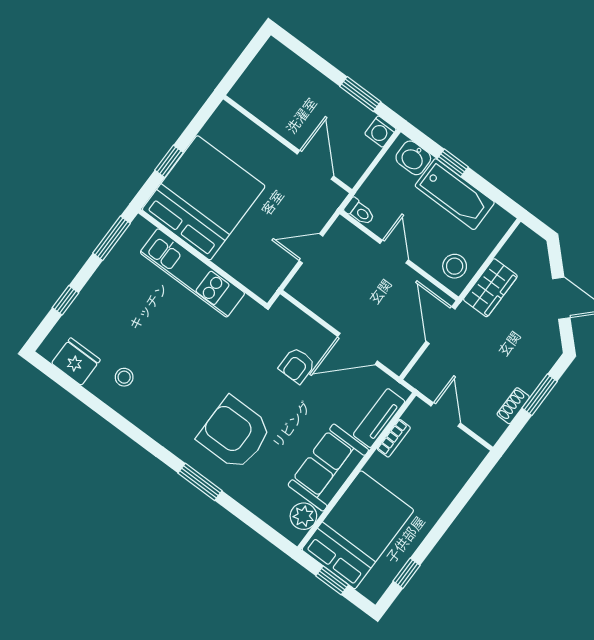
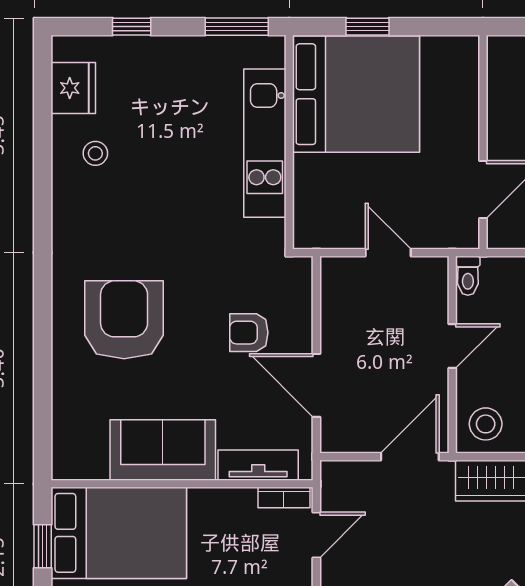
bookcase: (394, 438) -> (284, 498), moved
window: (200, 482) -> (43, 322), removed
plant: (303, 516) -> (89, 462), removed

